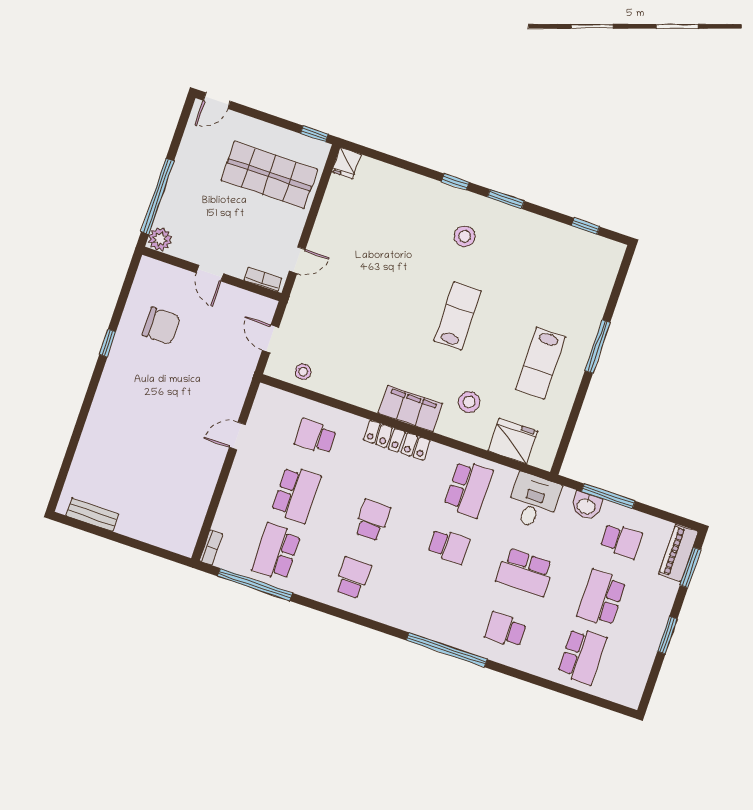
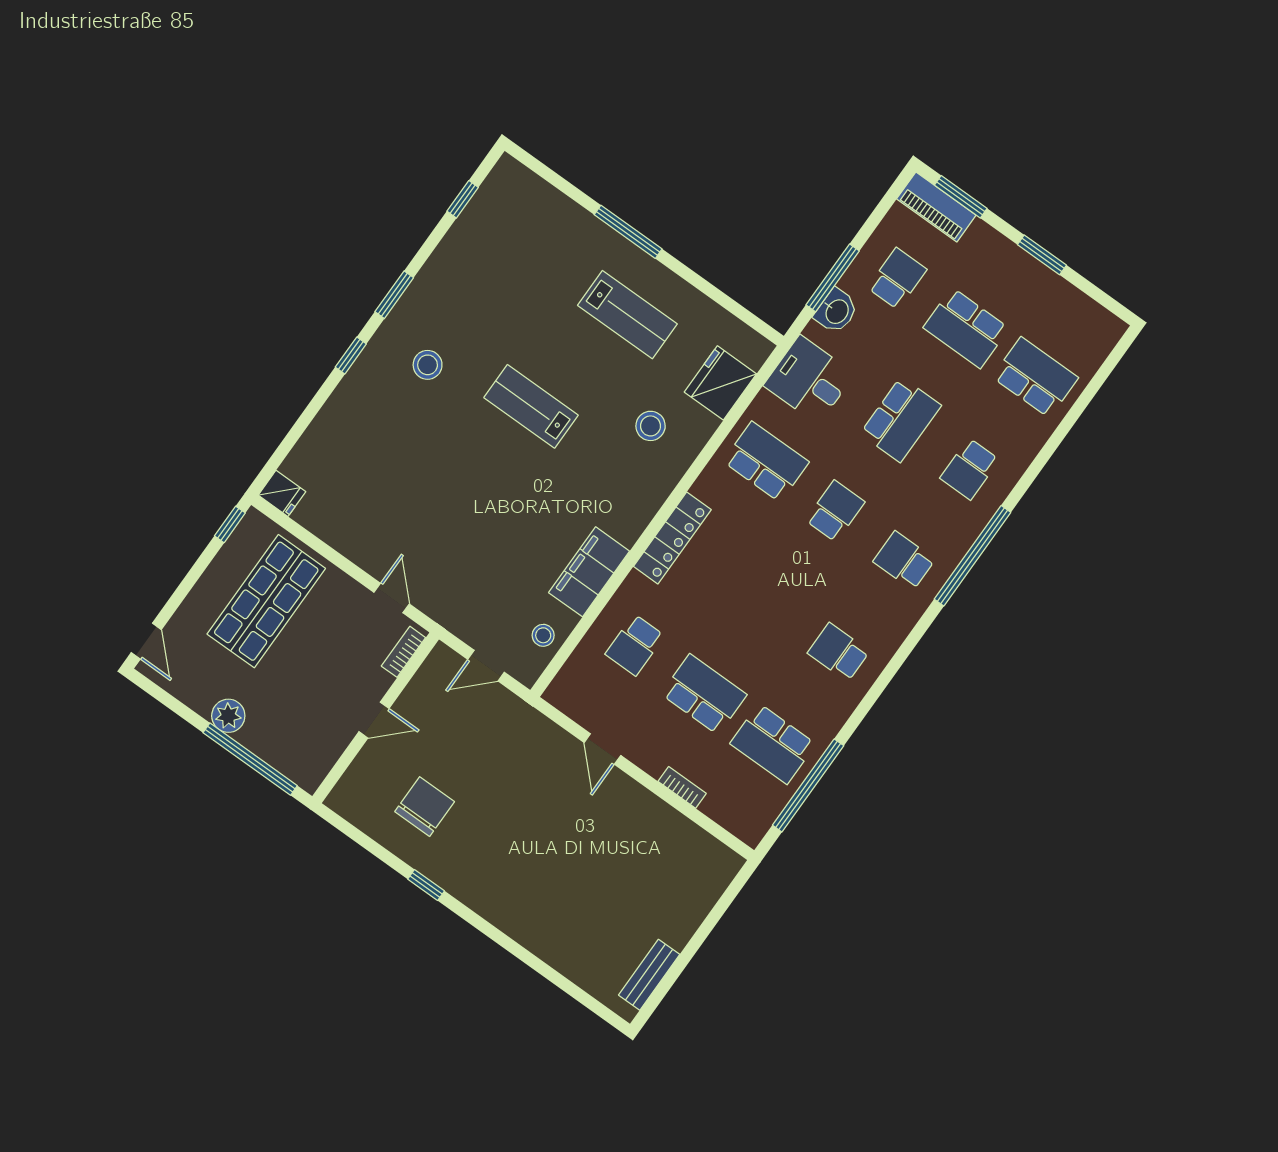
plant: (160, 239) -> (228, 716), moved
filing cabinet: (410, 408) -> (589, 572), moved
school desk: (372, 520) -> (904, 561), moved
bookcase: (211, 548) -> (682, 787), moved

